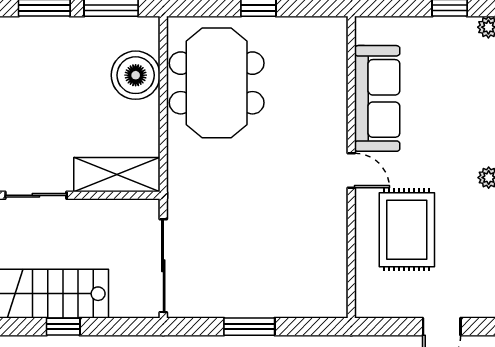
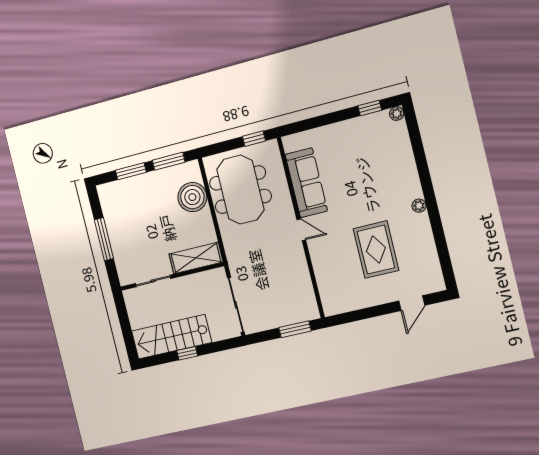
sofa: (377, 98) -> (306, 183), moved
wall: (351, 167) -> (301, 228), moved
door: (351, 171) -> (301, 230), moved

